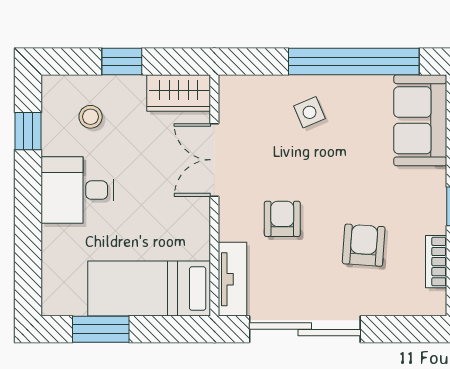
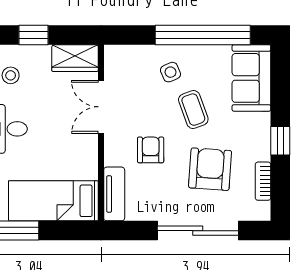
coffee table: (341, 164) -> (193, 110), added
armchair: (364, 245) -> (210, 169), width x1.38, depth x1.38
sliding door: (305, 329) -> (198, 231), moved

